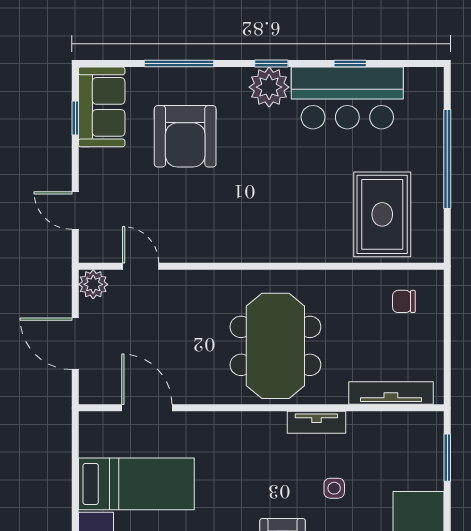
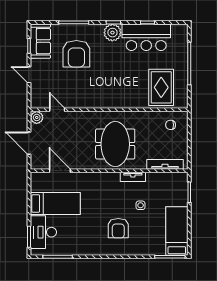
door: (75, 210) -> (29, 75), moved

